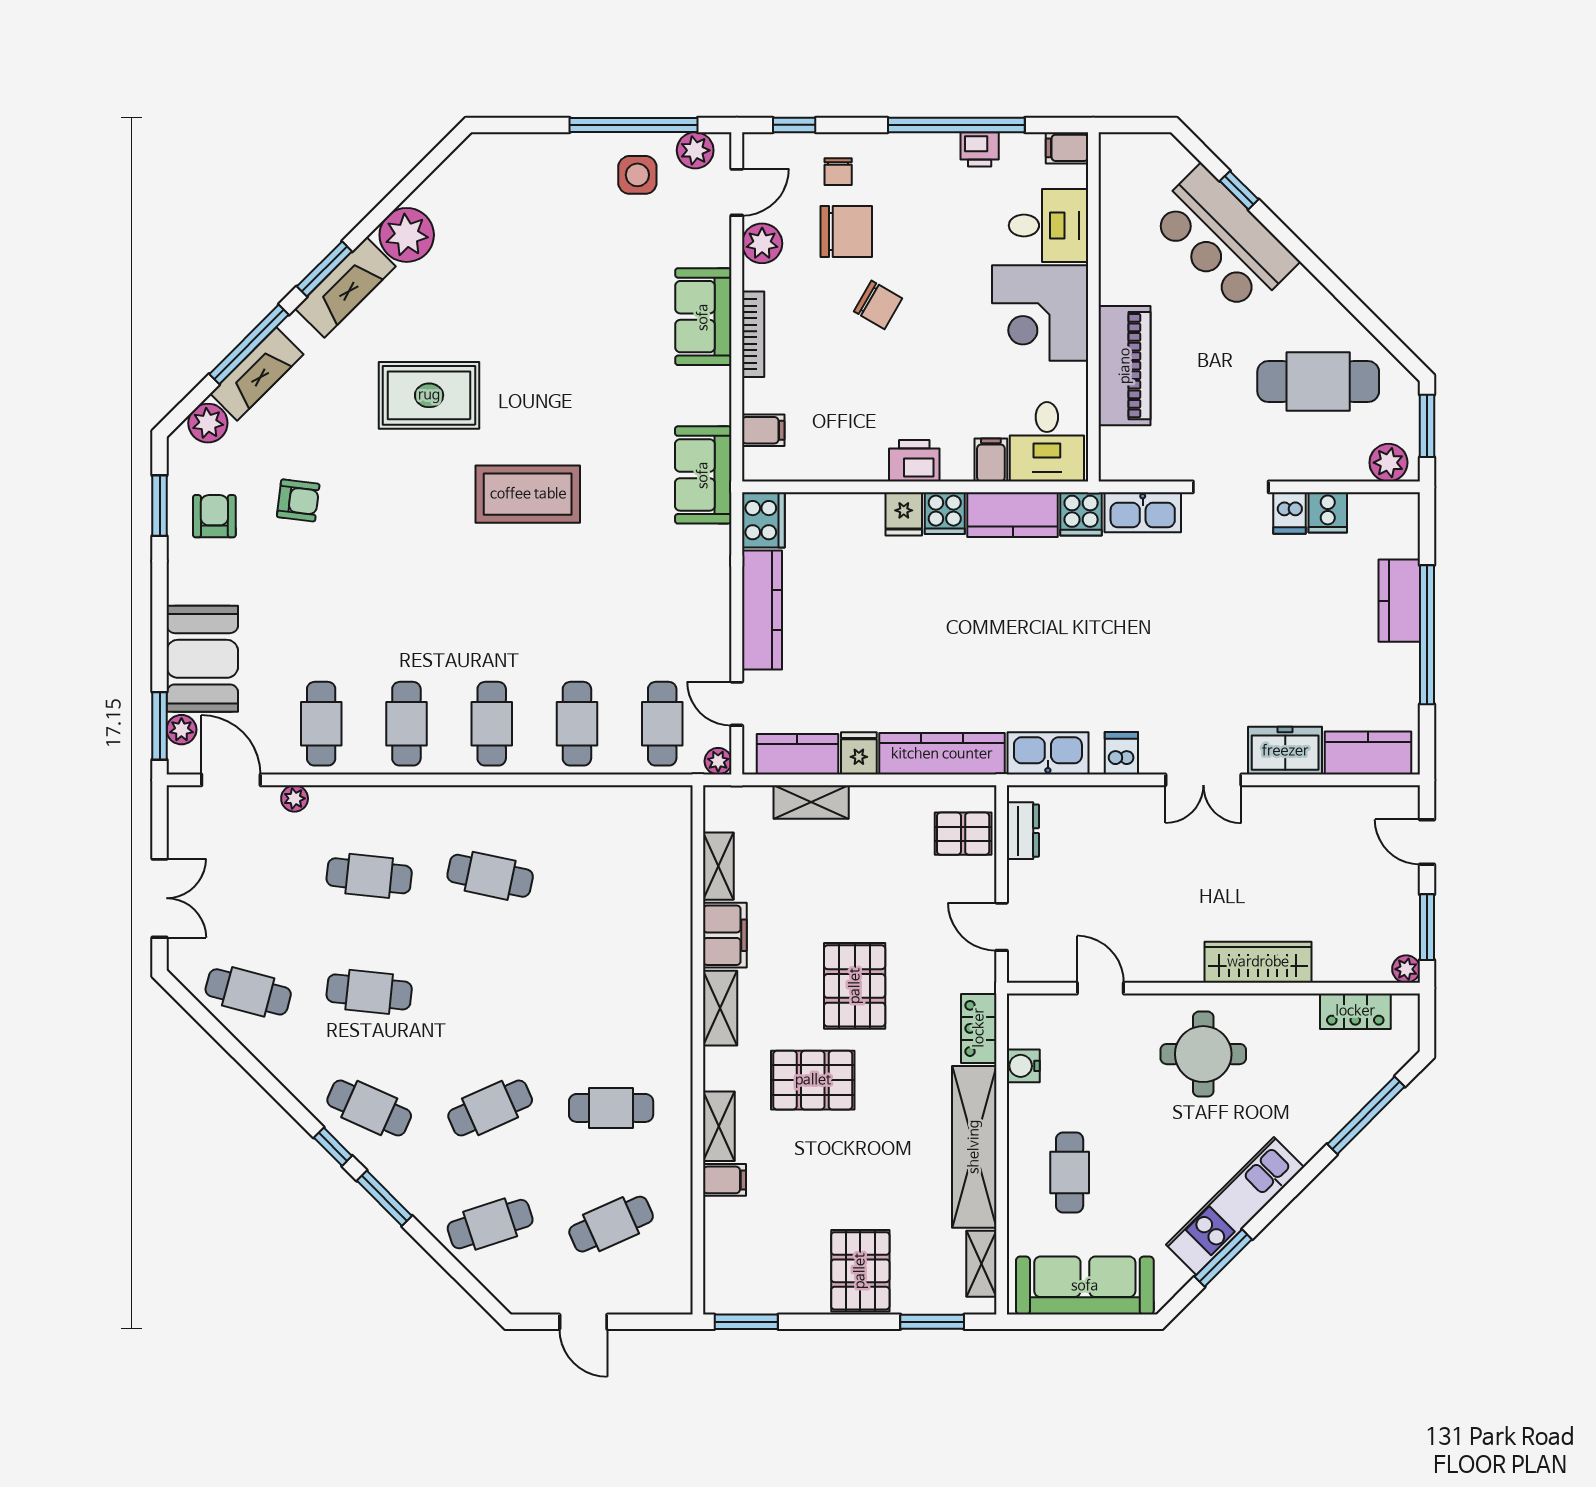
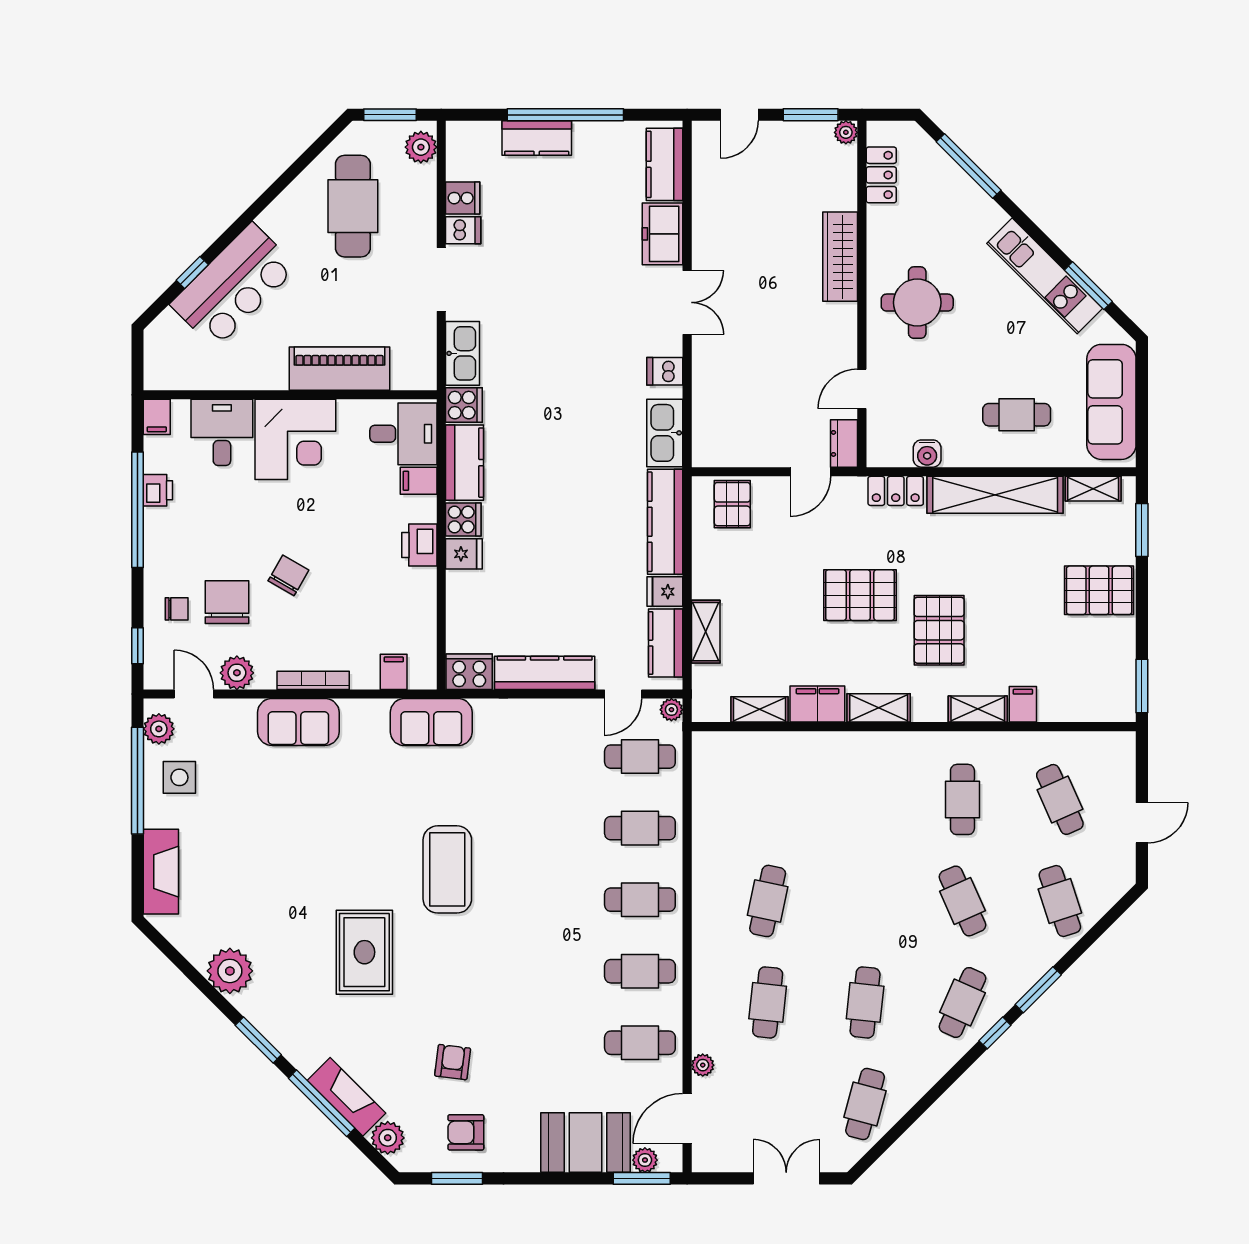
fireplace: (345, 287) -> (161, 872), moved, turned 45
dresser: (1023, 831) -> (844, 443), moved, turned -90

